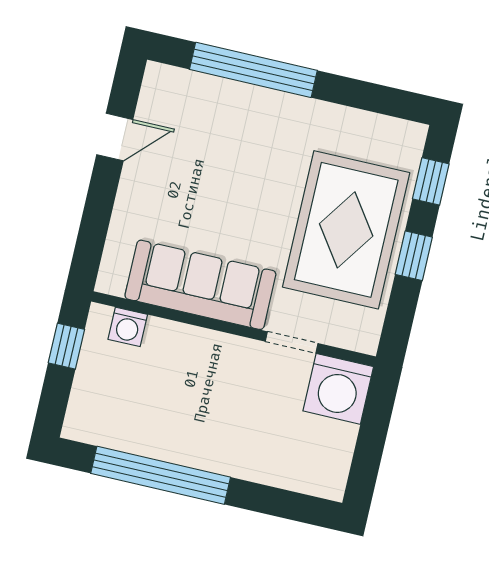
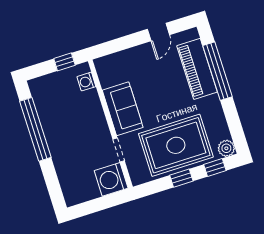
piano: (226, 105) -> (197, 69), added
door: (115, 137) -> (158, 32), hinge flipped
plant: (408, 139) -> (226, 148), added
sofa: (200, 285) -> (123, 109), width x0.73

